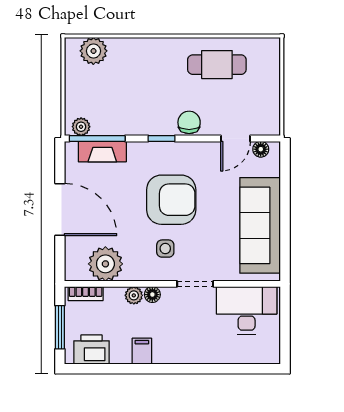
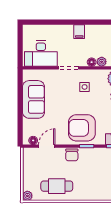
plant: (271, 47) -> (27, 196), added
armchair: (171, 200) -> (82, 128), moved
sofa: (260, 225) -> (34, 99), width x0.73
filing cabinet: (142, 351) -> (79, 32), moved

